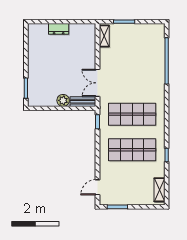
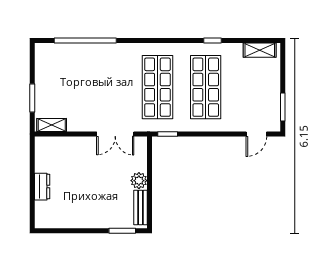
bench: (83, 102) -> (141, 207), moved
door: (98, 187) -> (256, 134), hinge flipped

